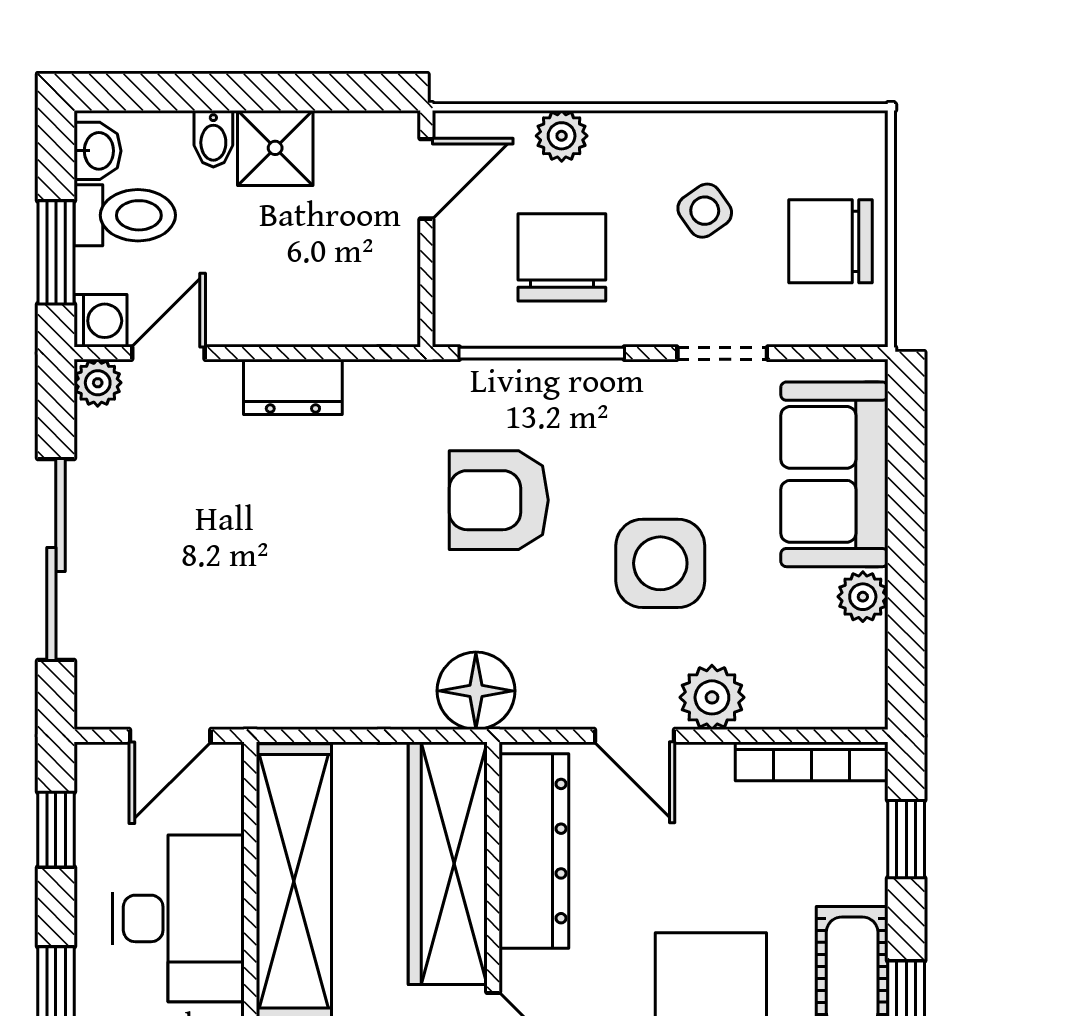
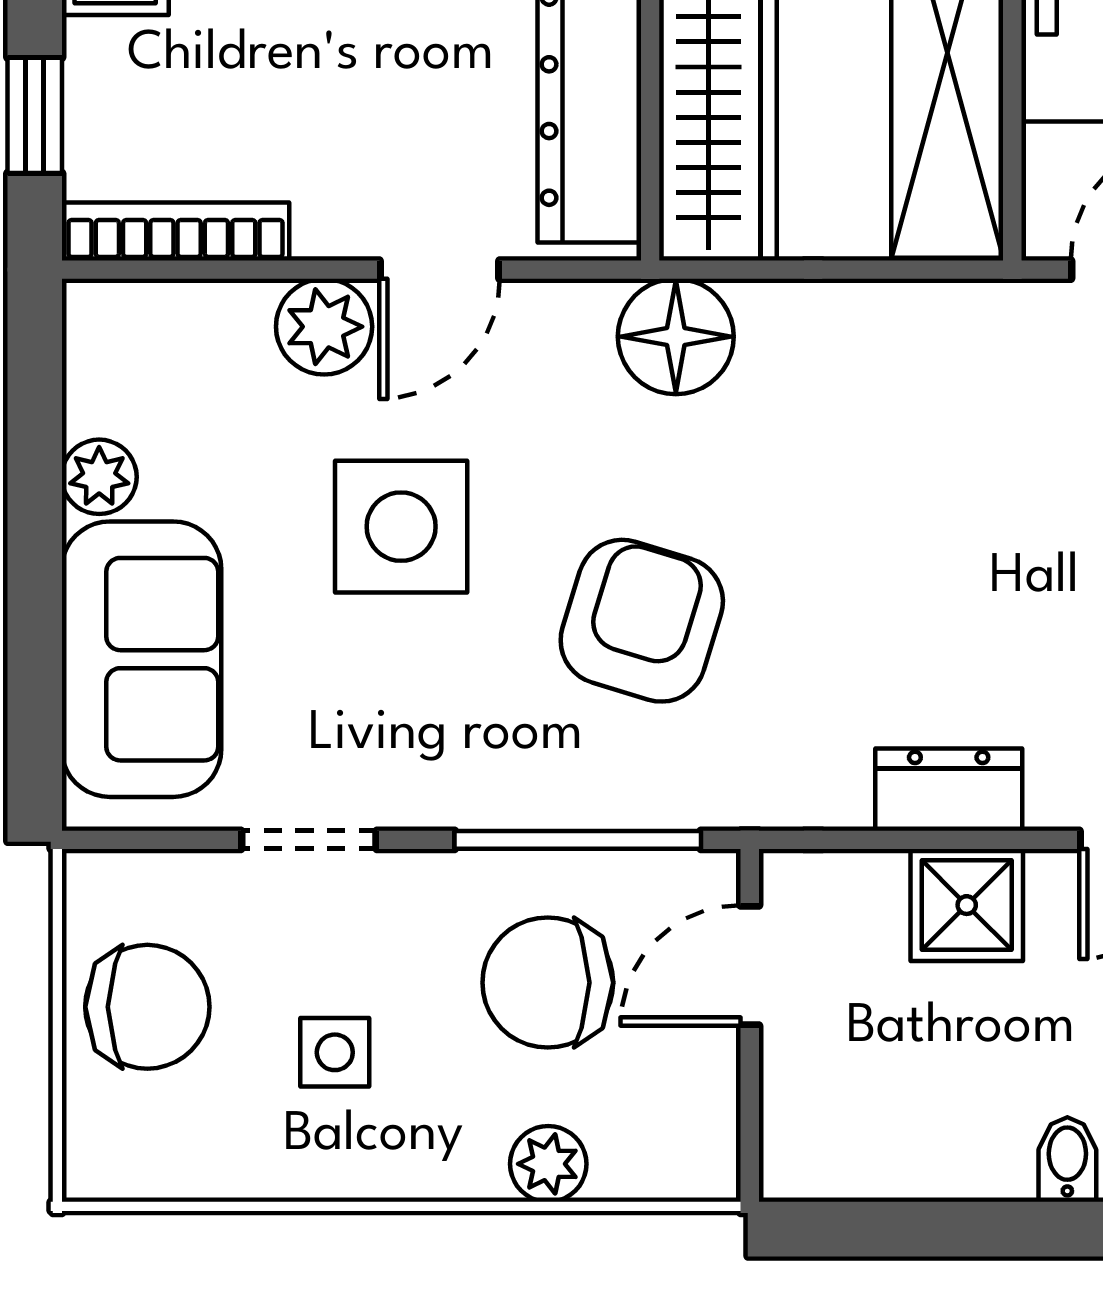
shower: (275, 148) -> (967, 905), moved
door: (426, 179) -> (750, 965), moved
side table: (705, 211) -> (335, 1052), turned 35
chair: (562, 257) -> (548, 983), turned 90
armchair: (499, 500) -> (642, 621), turned -73
door: (635, 736) -> (439, 270), swing flipped

